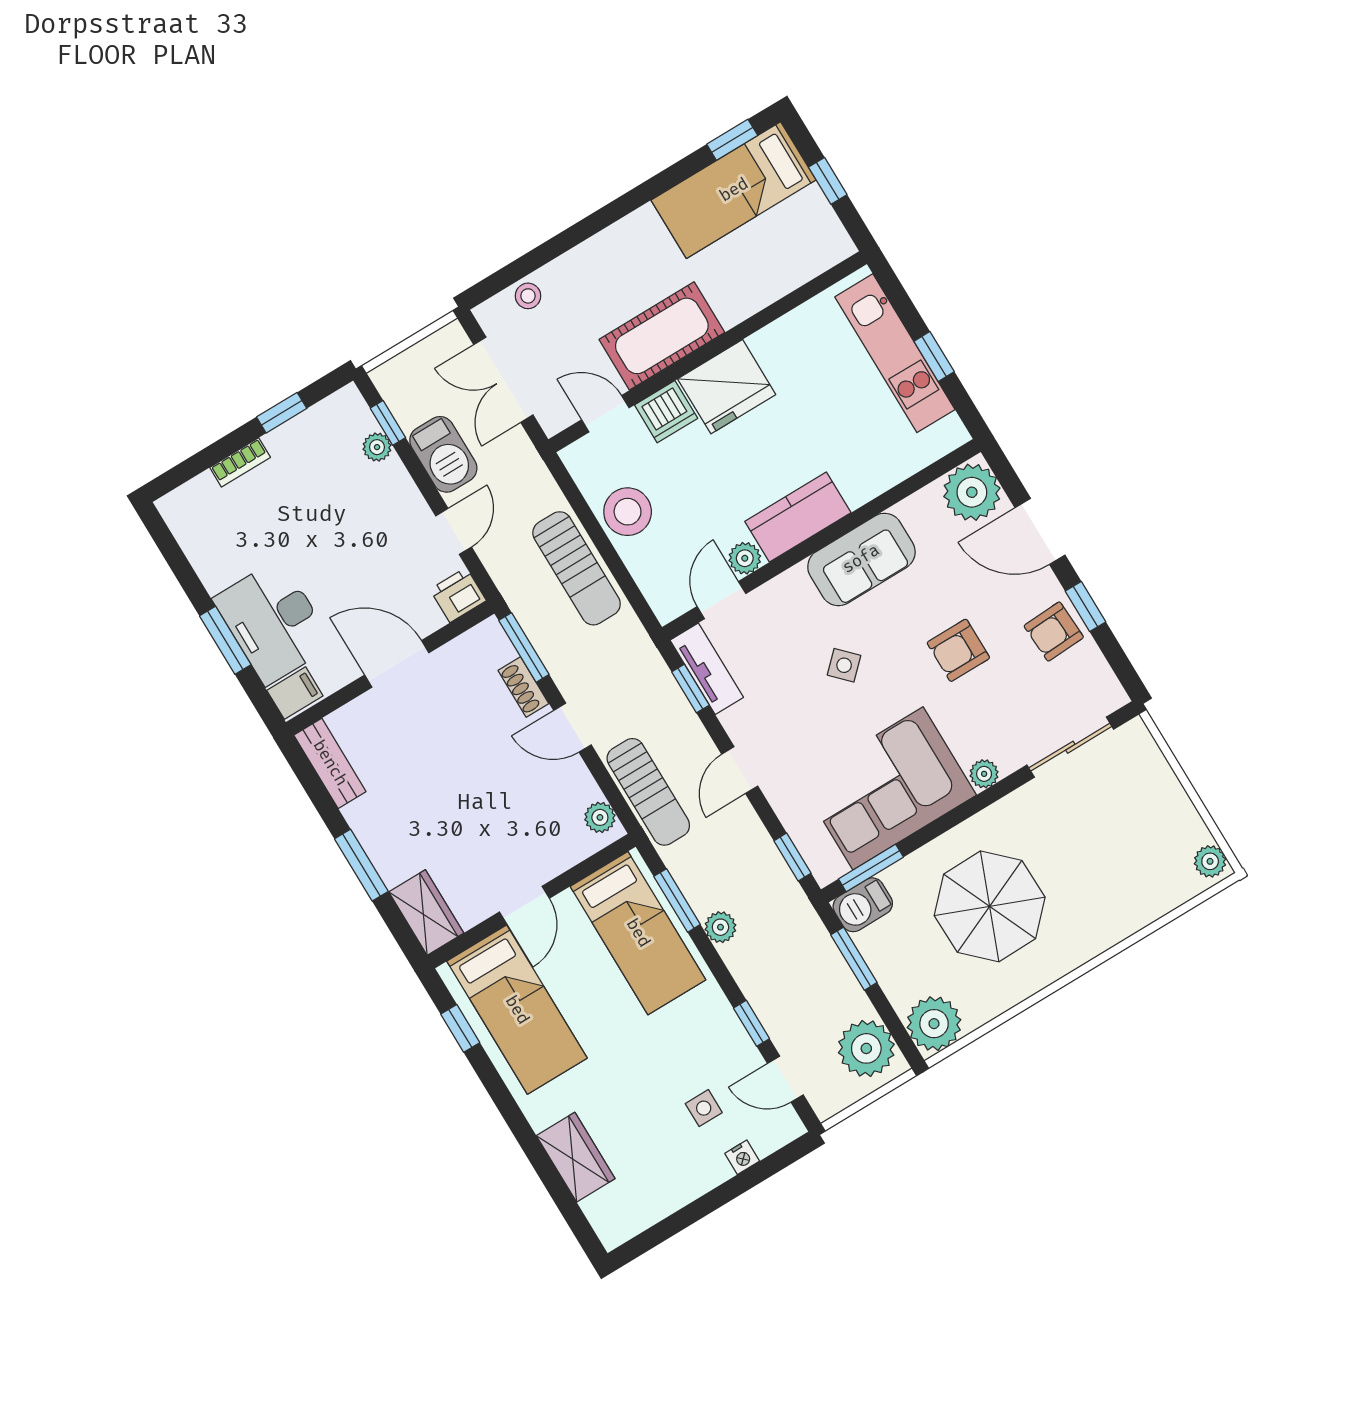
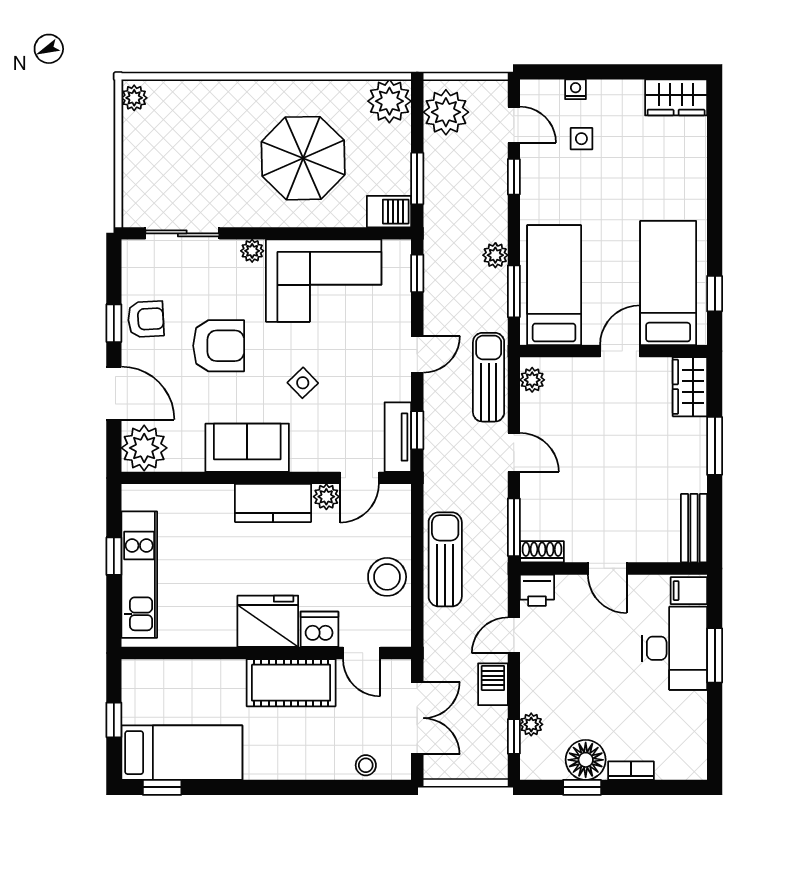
floor lamp: (296, 445) -> (586, 760), added
barbecue: (443, 454) -> (493, 684), width x0.73, depth x0.79
armchair: (958, 650) -> (219, 346), width x1.38, depth x1.38
door: (397, 664) -> (607, 568), width x0.73
shoe rack: (523, 687) -> (542, 552), moved, turned -90
window: (871, 868) -> (368, 233), removed
wardrobe: (576, 1157) -> (676, 97), moved, turned -90

